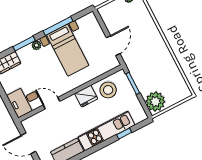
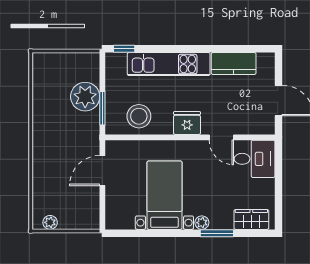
window: (58, 26) -> (161, 233), removed
fridge: (86, 96) -> (187, 123), moved
plant: (155, 102) -> (85, 97), moved
window: (124, 134) -> (124, 49), moved

